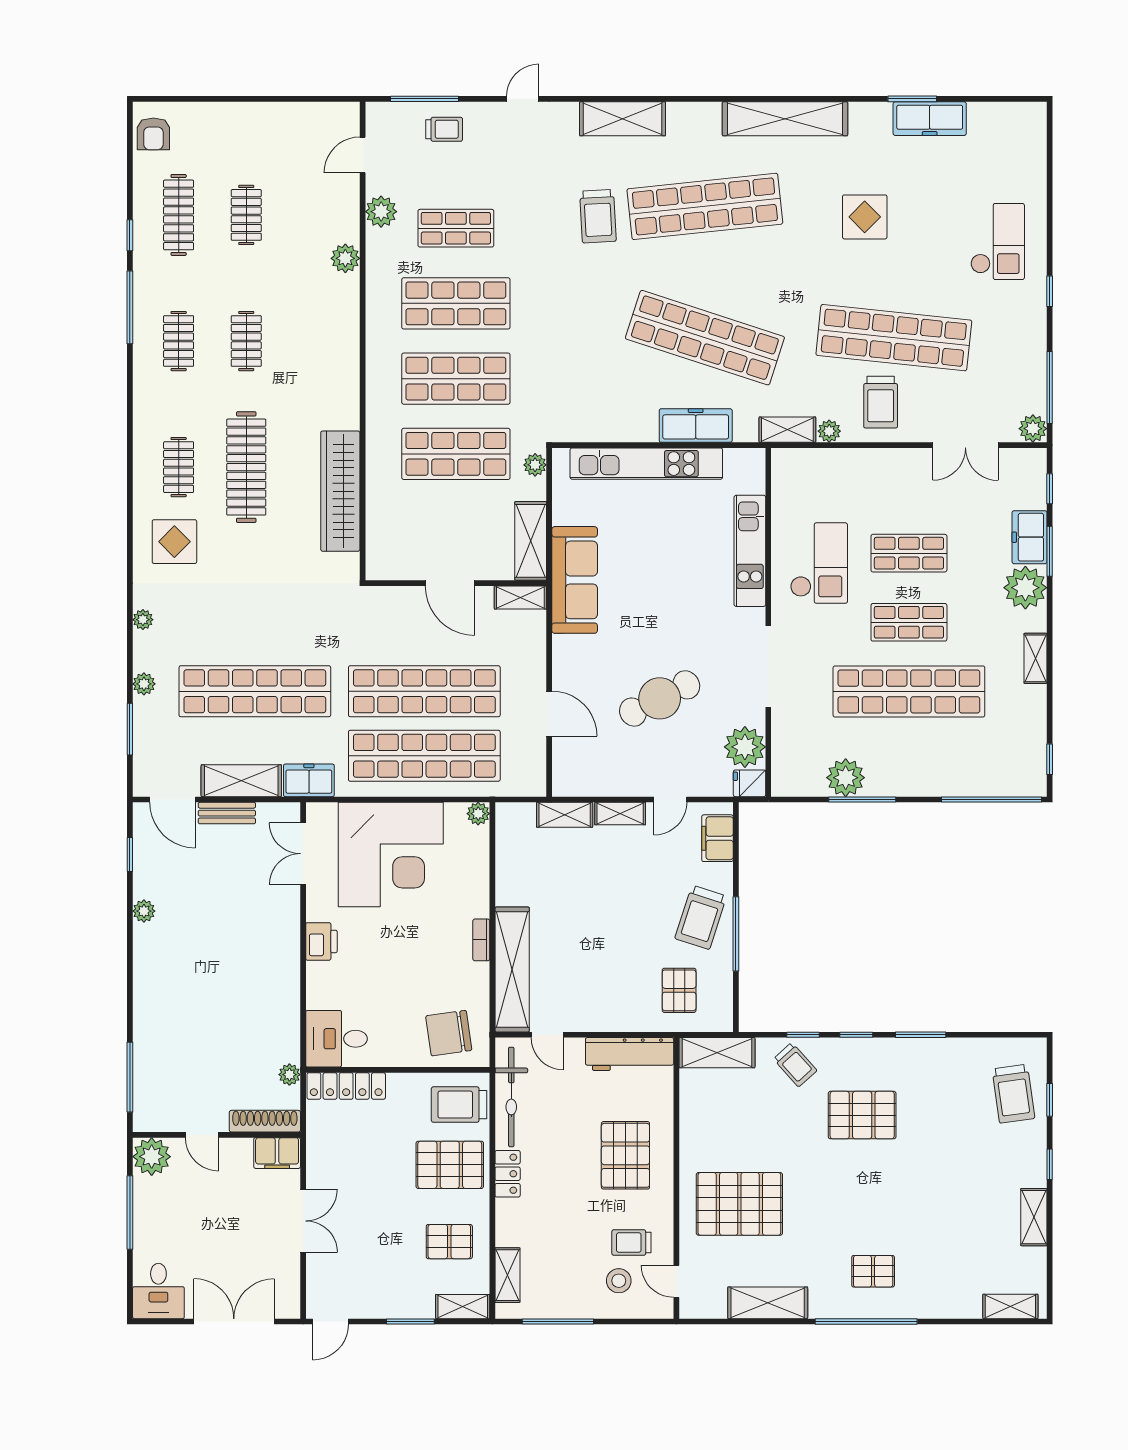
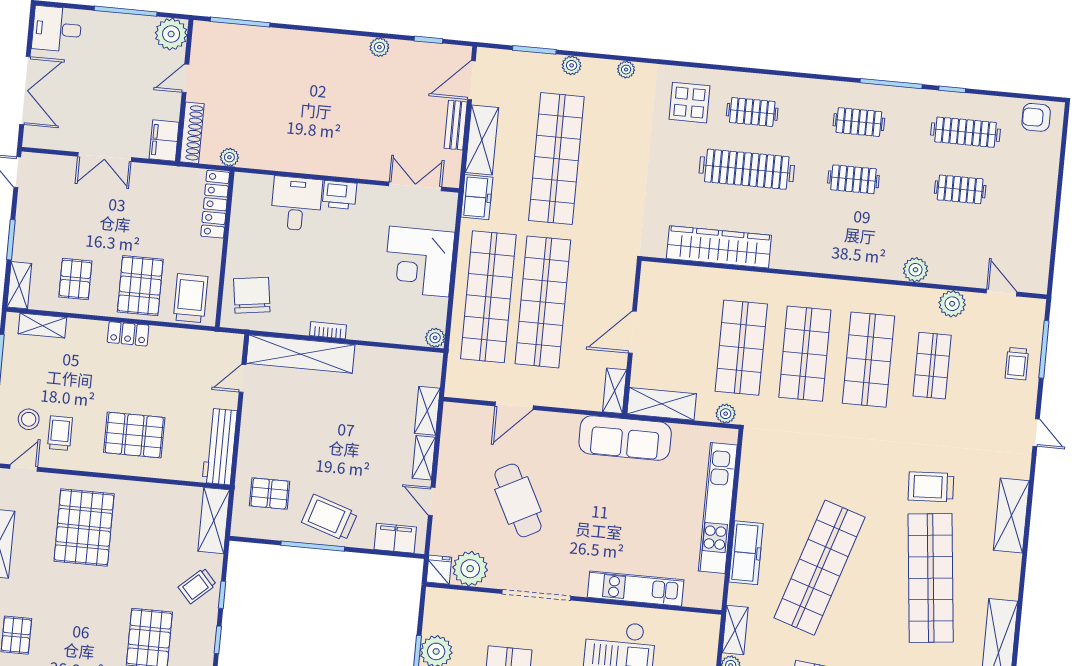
corner desk: (391, 855) -> (419, 262), width x0.74, depth x0.74
desk: (336, 1039) -> (296, 204), moved
bicycle: (511, 1097) -> (193, 343), removed

